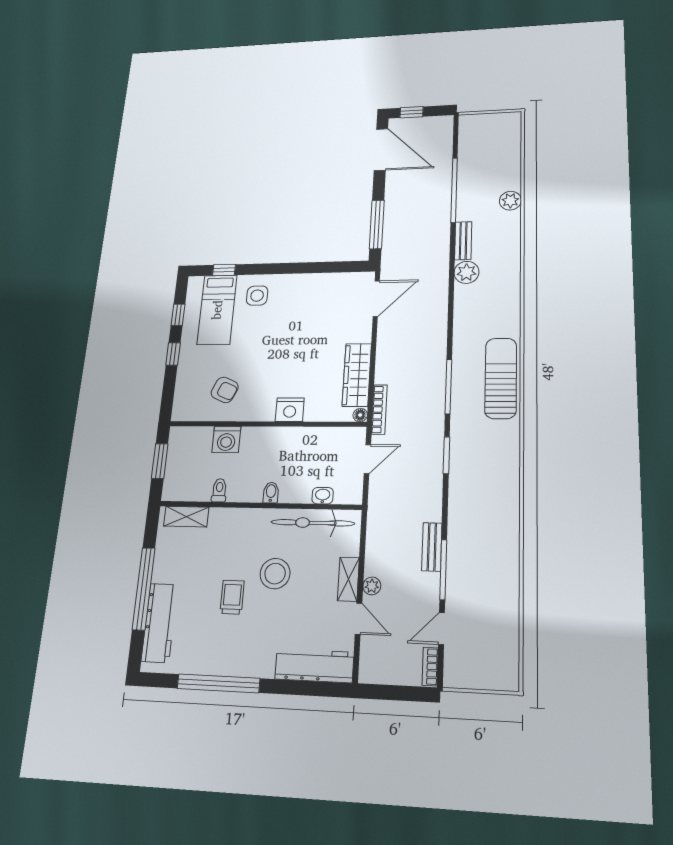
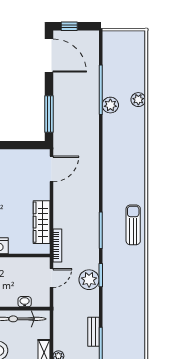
bench: (463, 241) -> (108, 128), removed
plant: (466, 272) -> (110, 105), moved
sun lounger: (501, 378) -> (133, 225), width x0.73, depth x0.75
floor lamp: (360, 415) -> (45, 249), removed
plant: (427, 462) -> (89, 280), added

